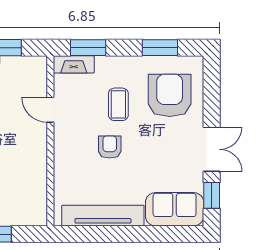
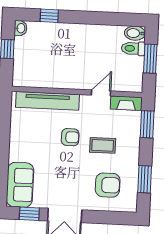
fireplace: (74, 64) -> (126, 103), moved, turned -90
armchair: (170, 95) -> (108, 185), width x0.73, depth x0.73
tv unit: (103, 216) -> (48, 101), moved, turned 90

